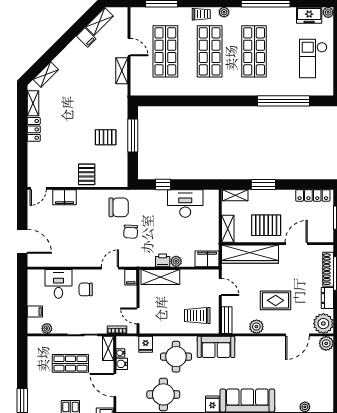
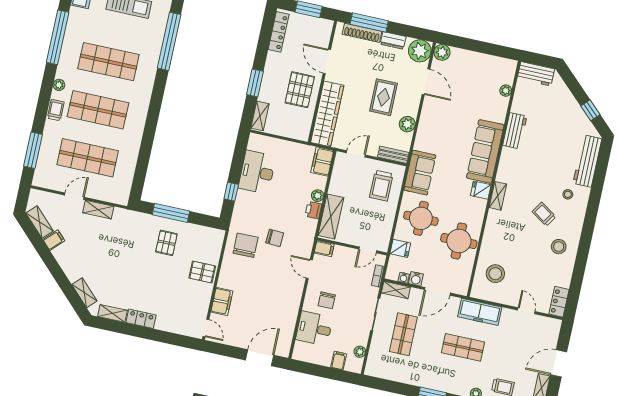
shelving: (228, 229) -> (294, 132), removed

